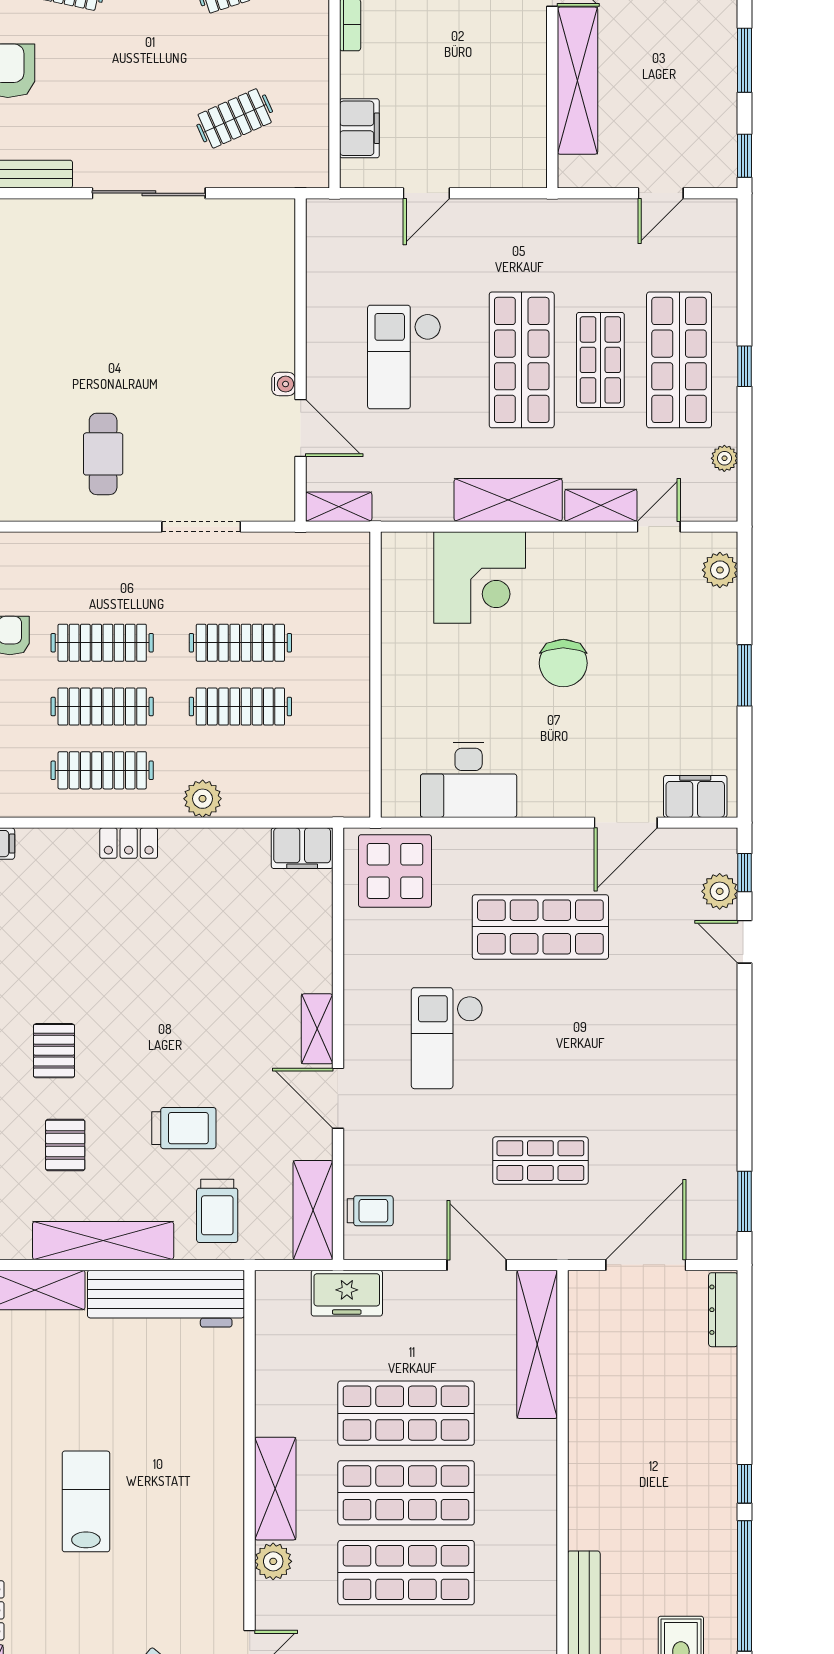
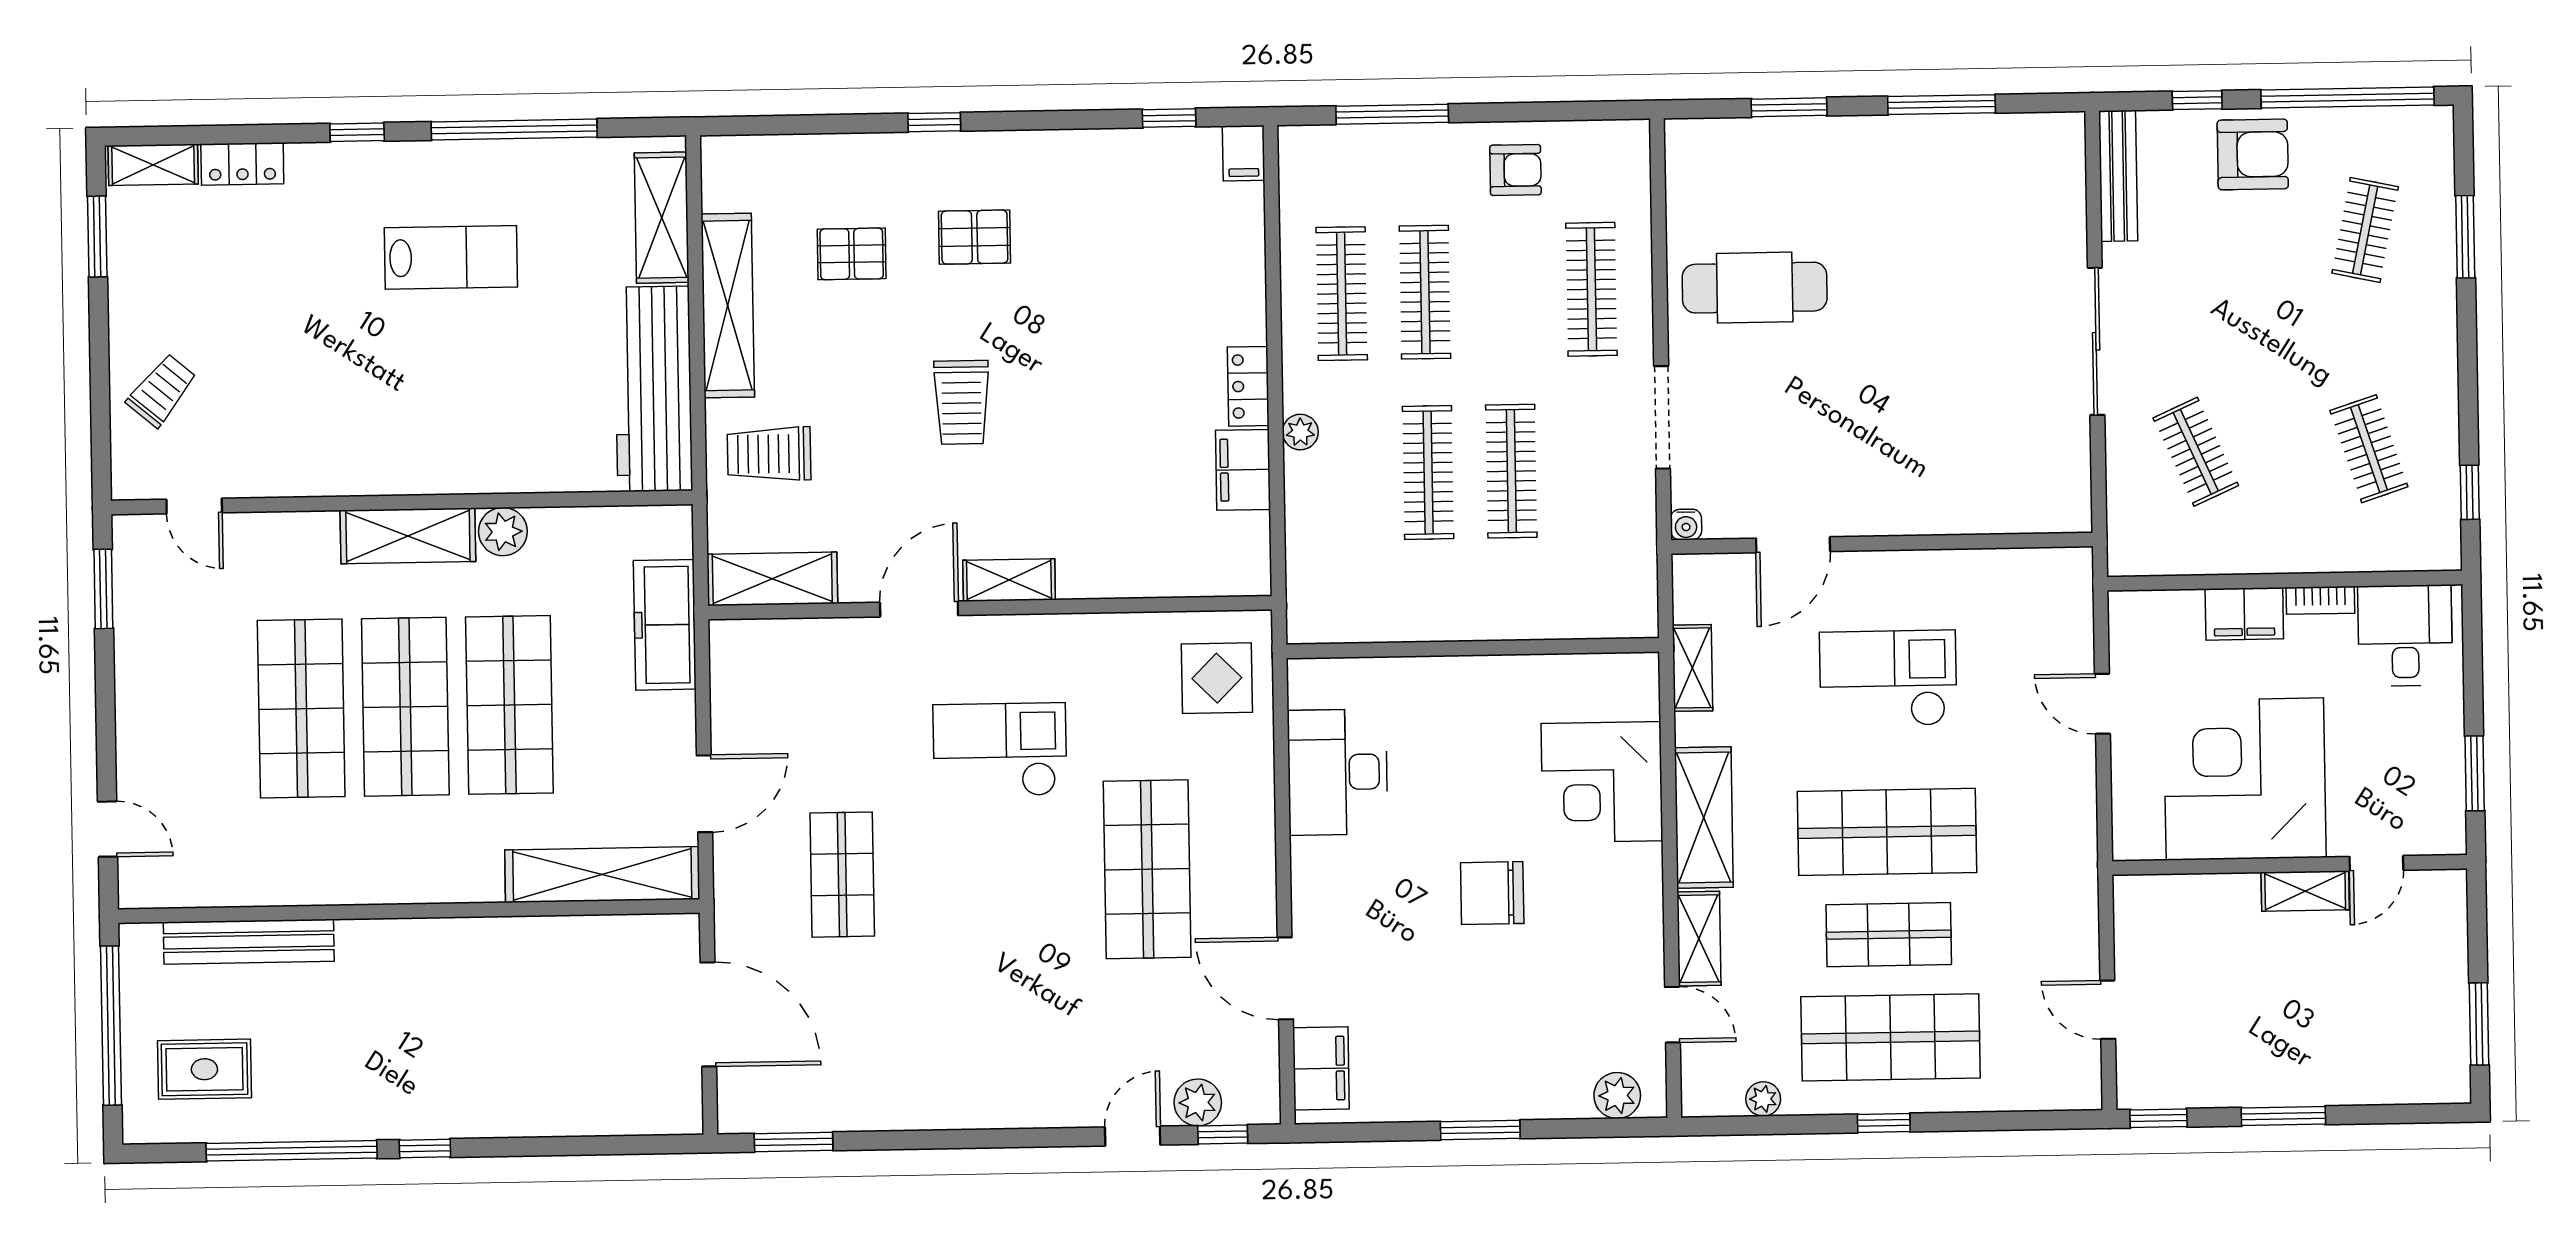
shelving: (578, 81) -> (2305, 891), width x0.45, depth x0.75
corner desk: (486, 85) -> (2245, 779), added
filing cabinet: (359, 128) -> (2244, 614), moved
water cooler: (284, 384) -> (1686, 525), moved
cafe table: (103, 454) -> (1755, 288), width x1.37, depth x1.35
shelving: (339, 507) -> (1692, 668), moved
clothes rail: (102, 643) -> (1591, 289), moved
plant: (203, 799) -> (1300, 432), width x0.73, depth x0.73
locker: (129, 843) -> (1248, 386), moved
filing cabinet: (302, 848) -> (1243, 470), moved
display table: (395, 871) -> (1217, 678), width x0.73, depth x0.73
trolley: (184, 1128) -> (962, 402), moved
trolley: (370, 1211) -> (773, 654), removed
freezer: (347, 1293) -> (665, 625), width x1.40
dresser: (723, 1310) -> (652, 1117), removed
lab bench: (86, 1501) -> (451, 257), moved
plant: (273, 1561) -> (503, 532), moved

